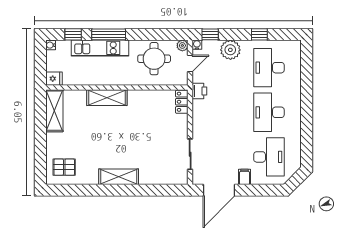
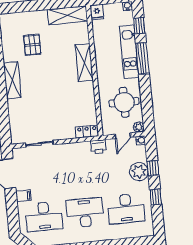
window: (210, 34) -> (153, 168), moved
door: (190, 63) -> (123, 136), hinge flipped
desk: (269, 68) -> (126, 209), turned 180
pallet: (64, 167) -> (32, 45), moved

